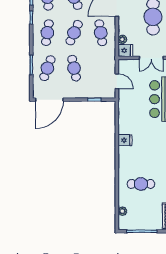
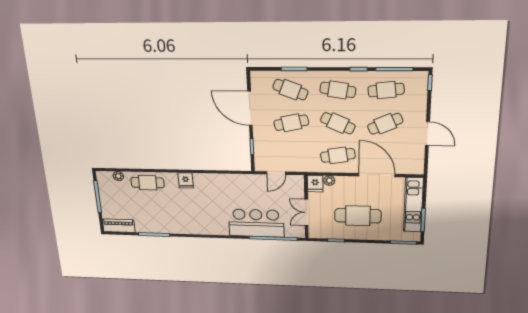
door: (49, 100) -> (250, 108), moved
fridge: (125, 140) -> (186, 180), moved
cafe table: (141, 184) -> (148, 183), moved, turned 90

